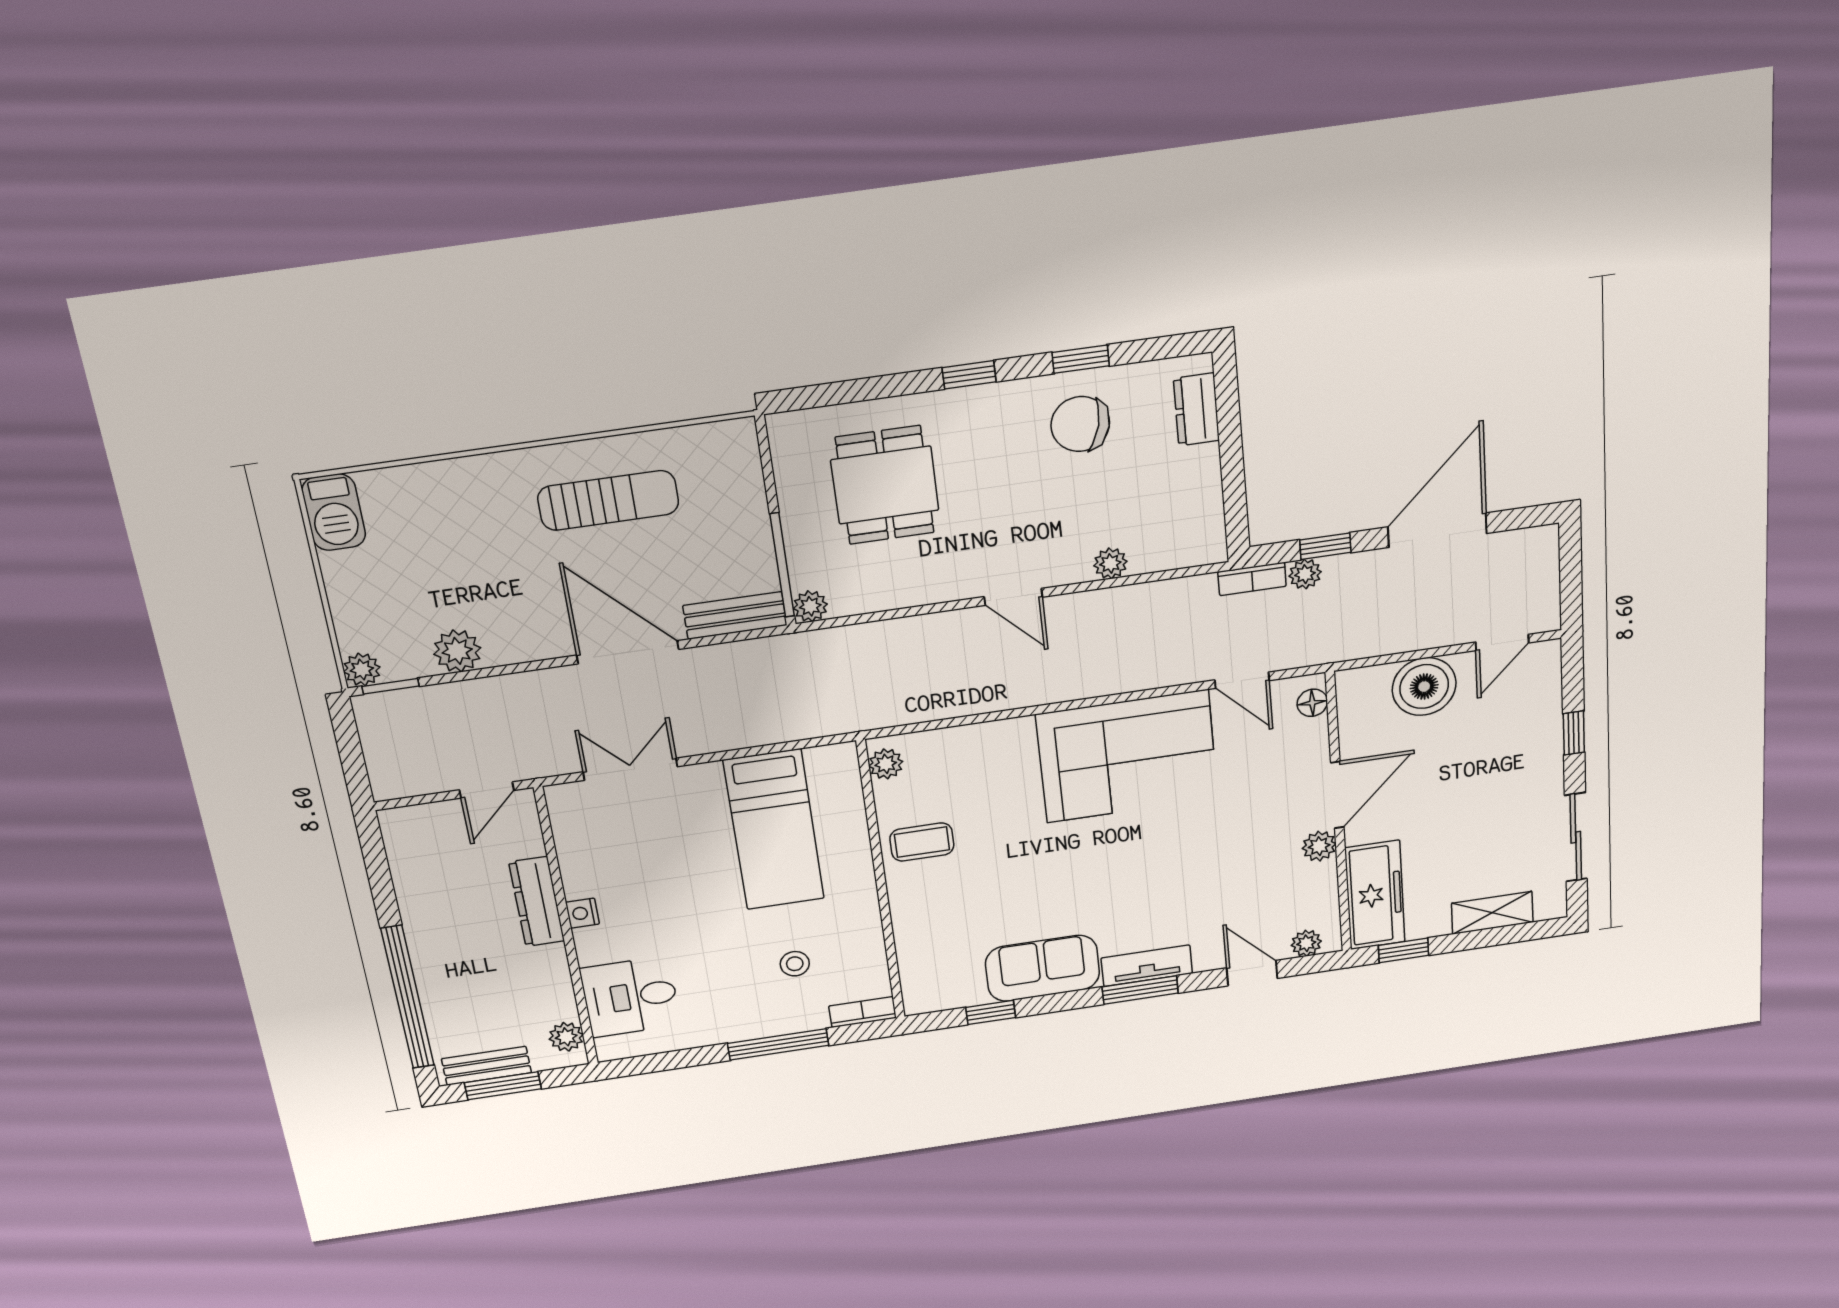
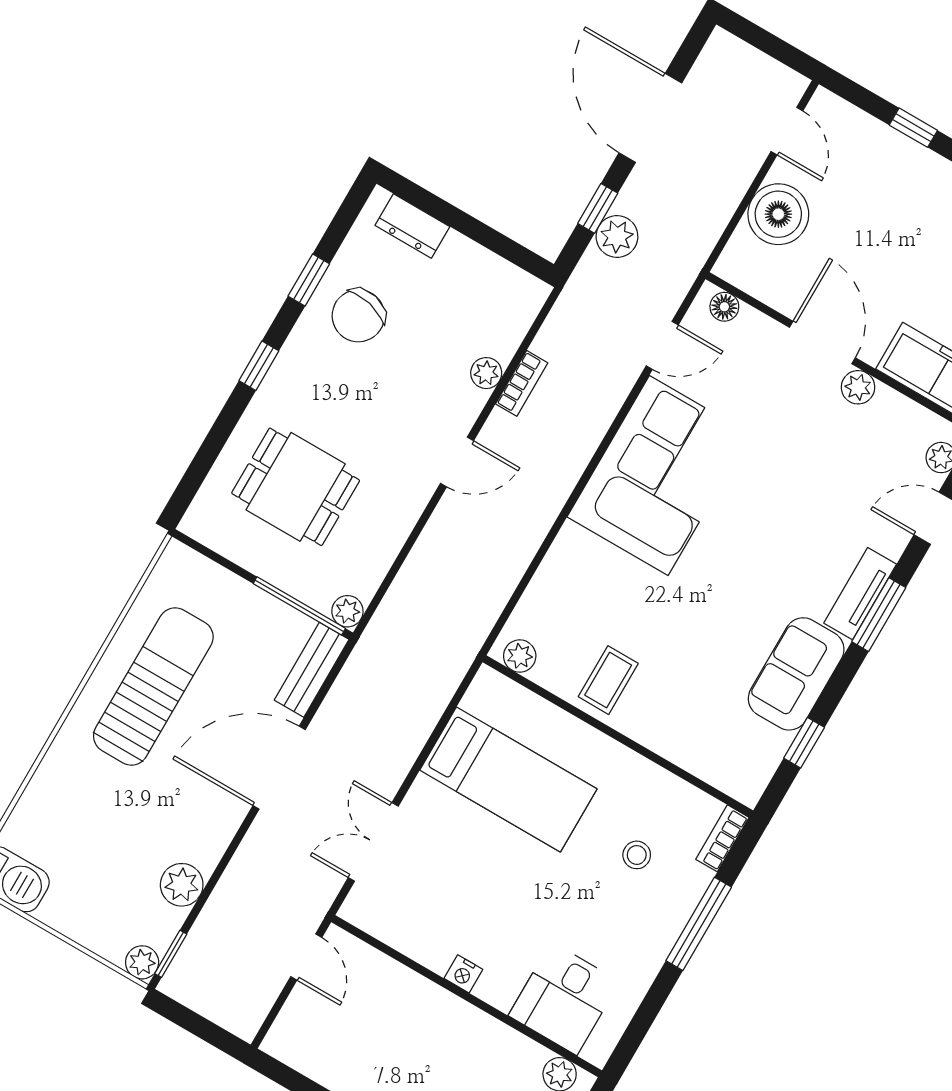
sun lounger: (608, 500) -> (153, 686), width x1.36, depth x1.34
plant: (1305, 574) -> (617, 236), width x1.38, depth x1.38
bookcase: (1252, 579) -> (522, 383), moved
dresser: (537, 902) -> (426, 999), removed

